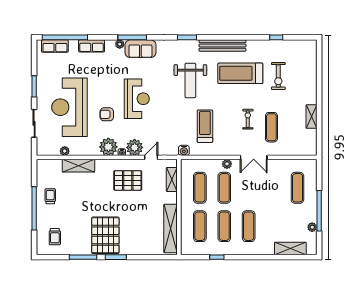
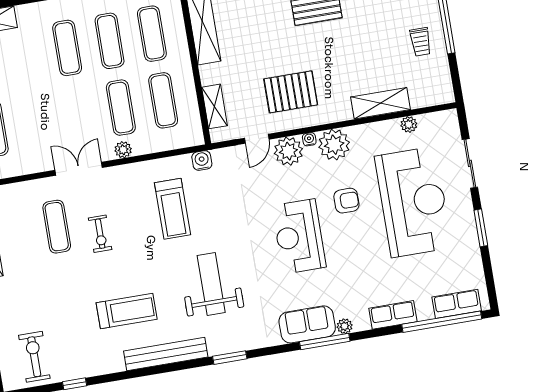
treadmill: (240, 73) -> (127, 311), width x0.73, depth x0.73
exercise bike: (278, 76) -> (34, 357), moved

